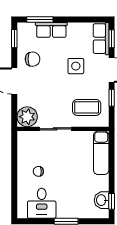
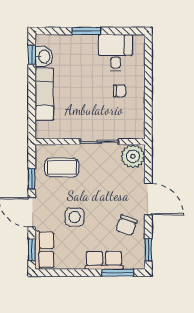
chair: (33, 59) -> (126, 225), turned -67
exam couch: (101, 153) -> (44, 94), moved

